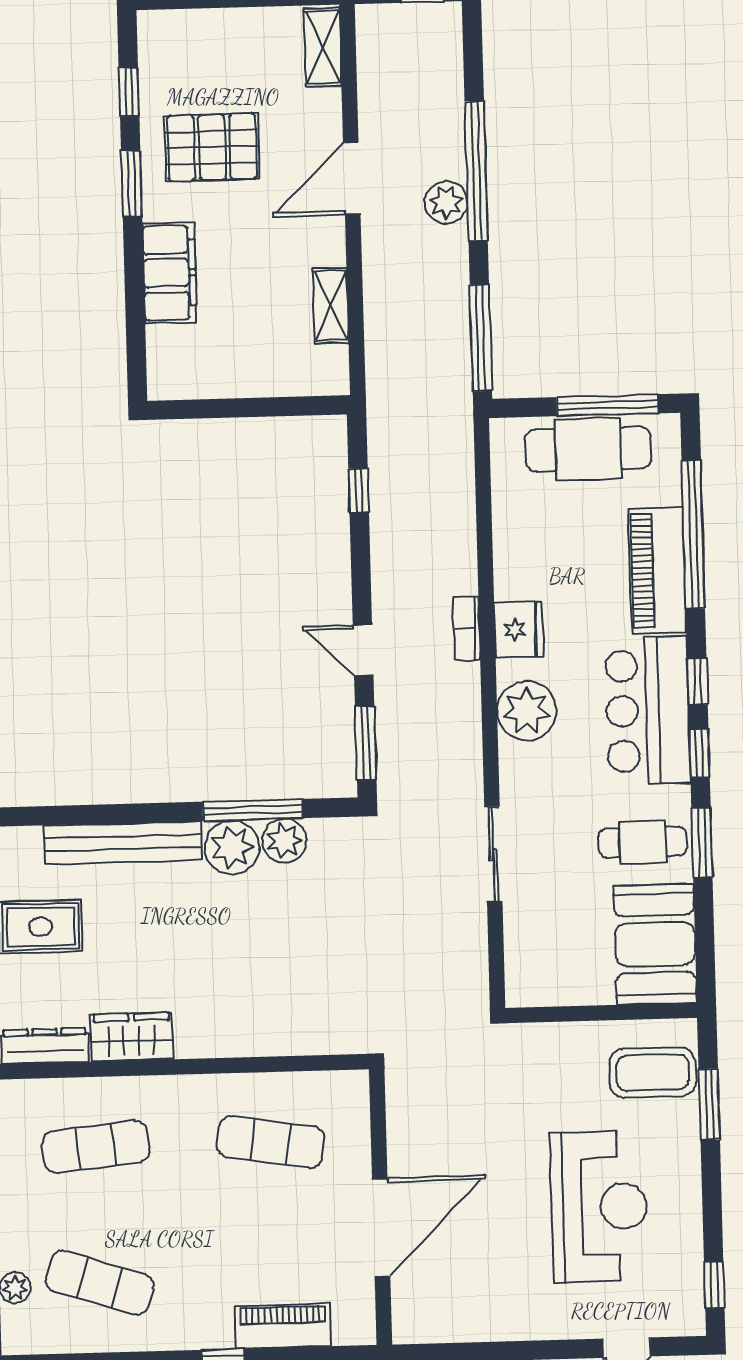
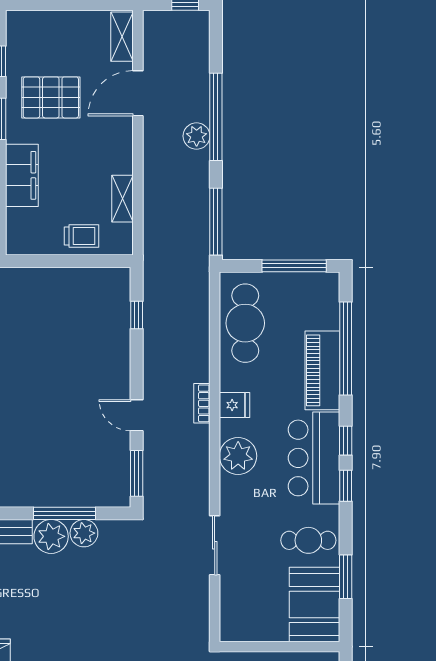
door: (352, 178) -> (138, 93), moved
trolley: (267, 367) -> (82, 236), added
cafe table: (588, 449) -> (245, 323), moved, turned 90
fridge: (519, 630) -> (234, 405), width x0.72
window: (702, 843) -> (346, 577), moved

